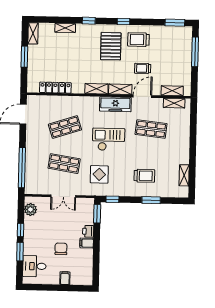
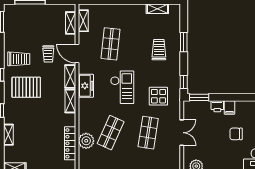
trolley: (138, 40) -> (19, 59), turned -90
plant: (58, 103) -> (86, 141), added
freezer: (115, 104) -> (86, 86), width x0.71
shop shelf: (65, 127) -> (111, 133), turned 42
checkout: (109, 139) -> (122, 87), turned 180

